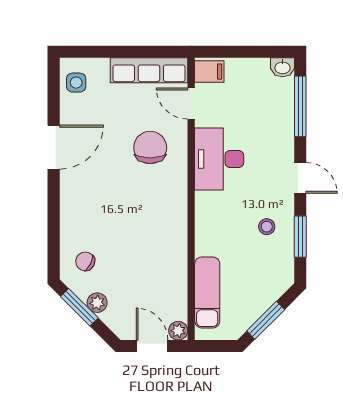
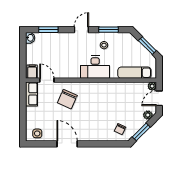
row of seats: (149, 70) -> (32, 94), width x0.68
door: (191, 104) -> (47, 80), swing flipped
window: (300, 106) -> (48, 30), width x0.69
chair: (150, 148) -> (67, 99), turned -66
desk: (219, 159) -> (95, 67), moved
plant: (97, 303) -> (148, 115), moved

